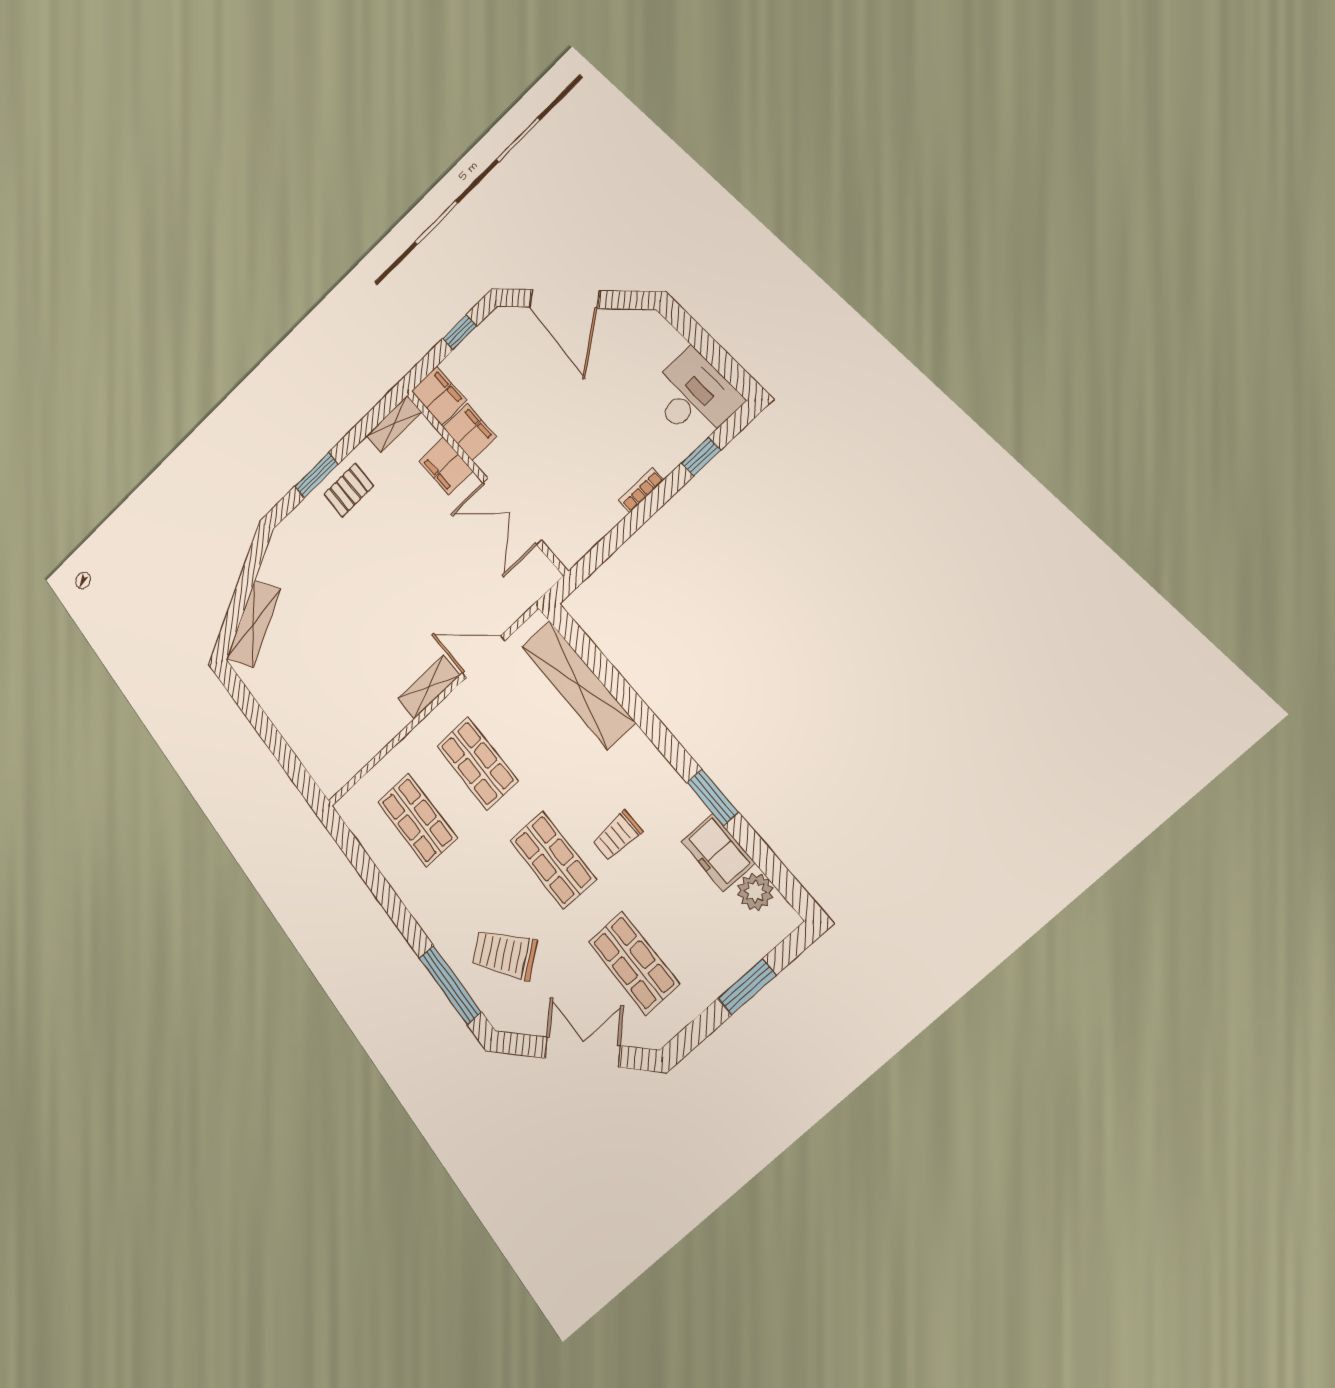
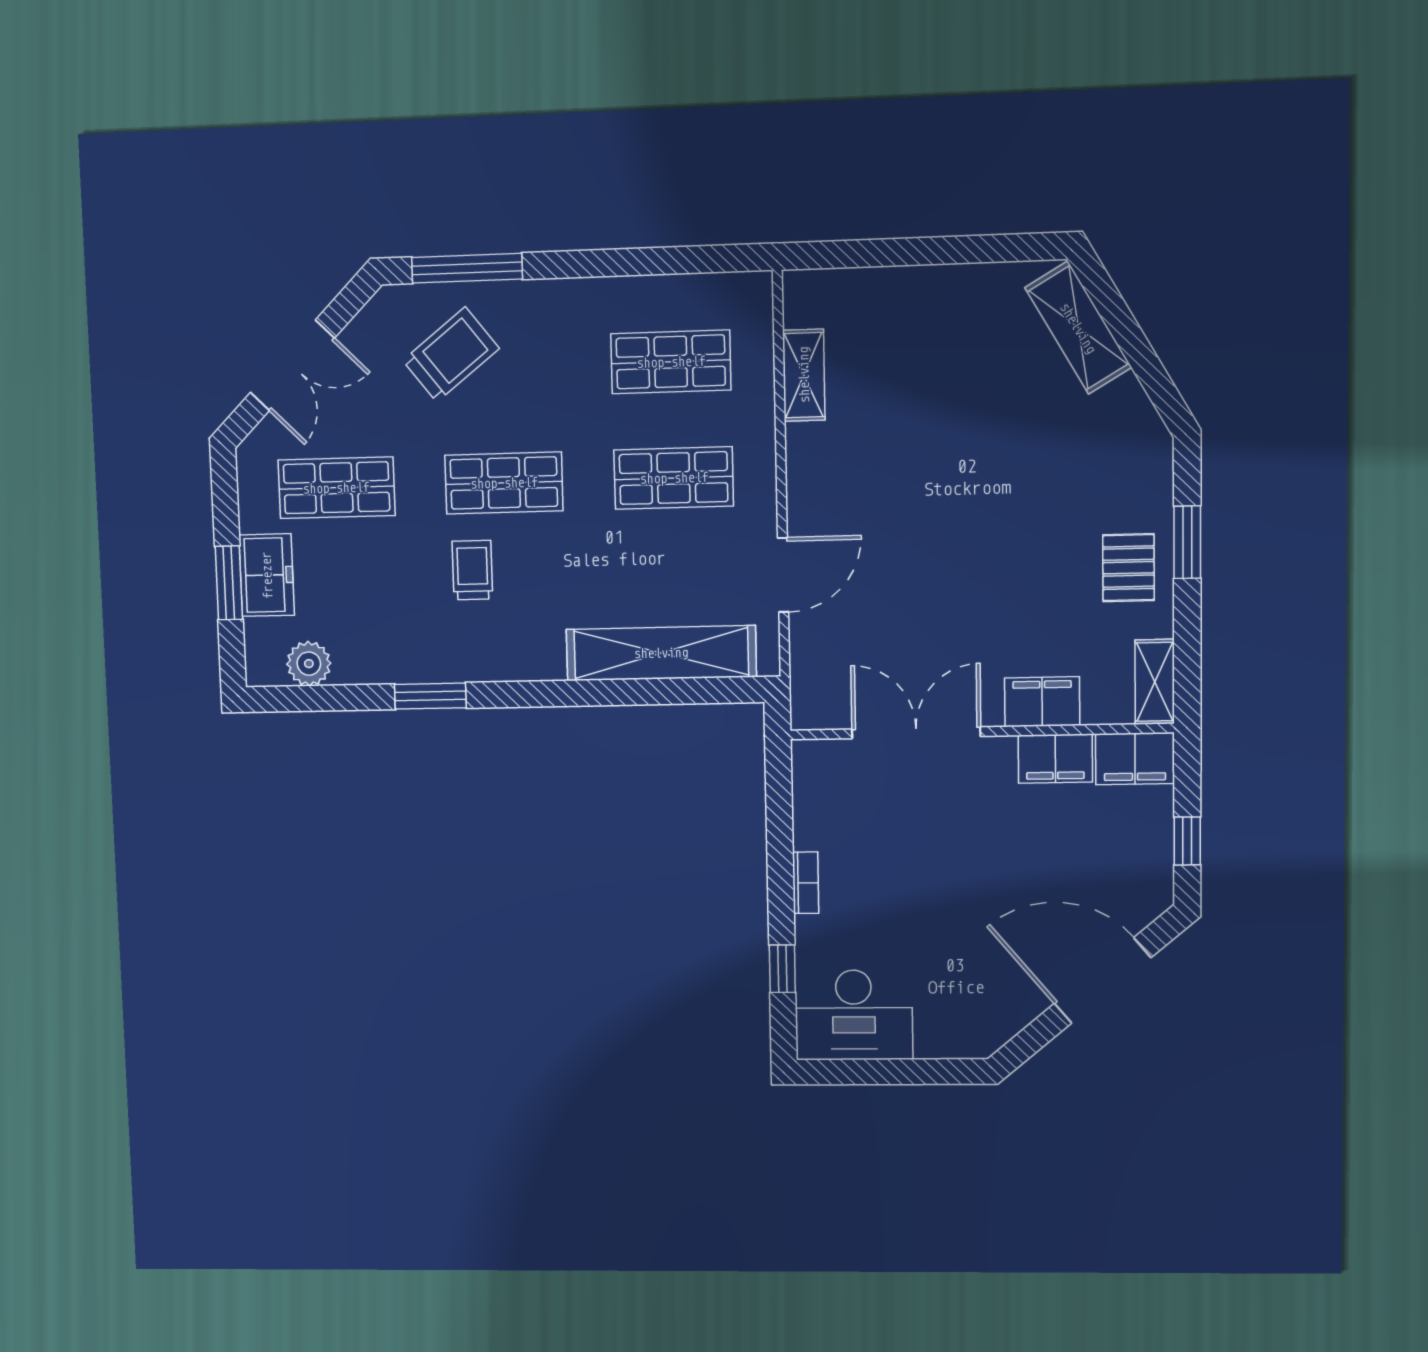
shelving: (429, 687) -> (804, 375), moved
freezer: (718, 852) -> (267, 575), moved, turned 90

